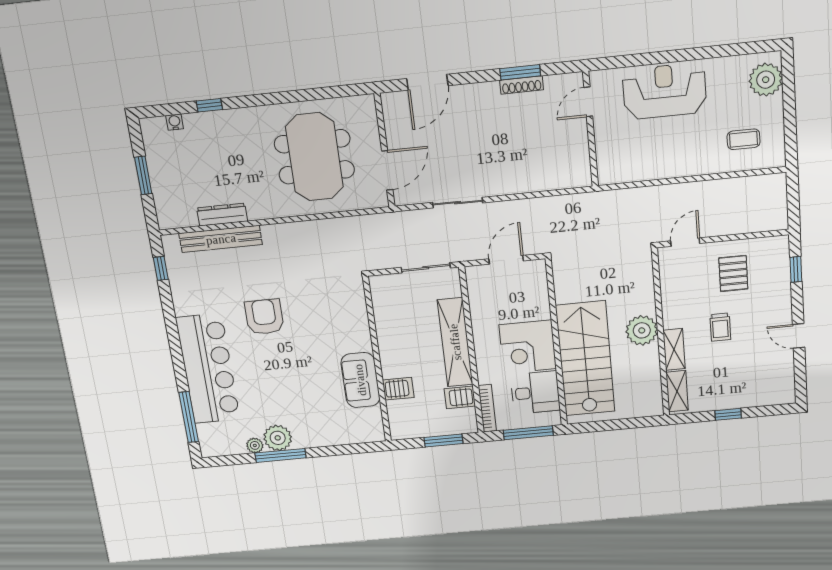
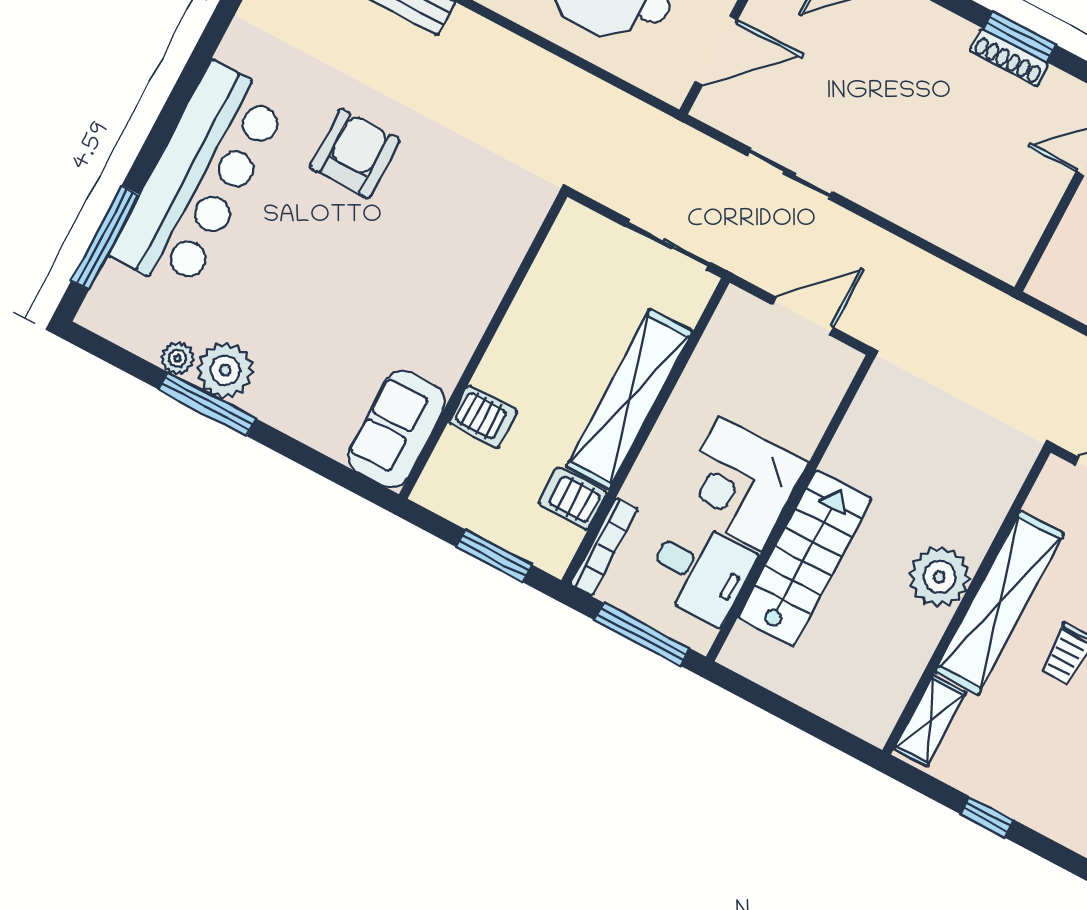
shelving: (674, 349) -> (999, 603), width x2.20, depth x1.33
stairs: (585, 359) -> (805, 558), width x0.73, depth x0.66
sofa: (360, 380) -> (397, 429), moved

